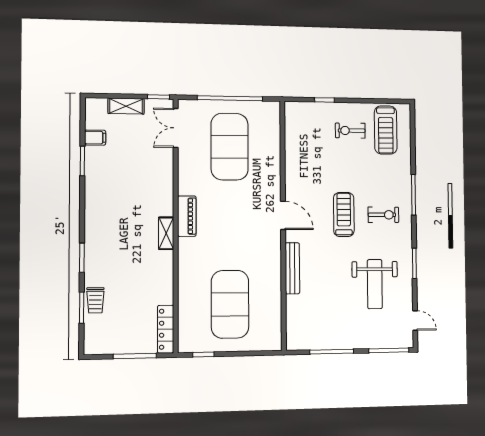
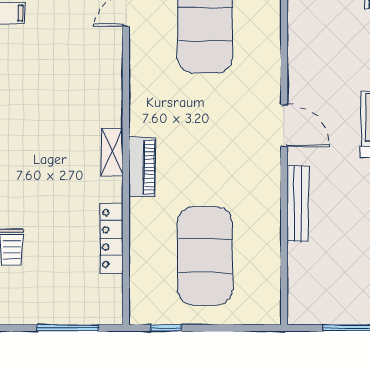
piano: (187, 216) -> (142, 167), moved
locker: (166, 329) -> (111, 238), moved

